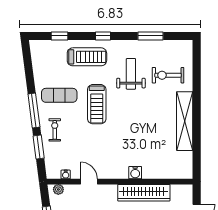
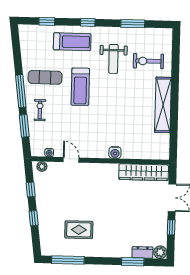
weight bench: (131, 74) -> (113, 59), turned 180
wardrobe: (144, 193) -> (144, 172), moved

